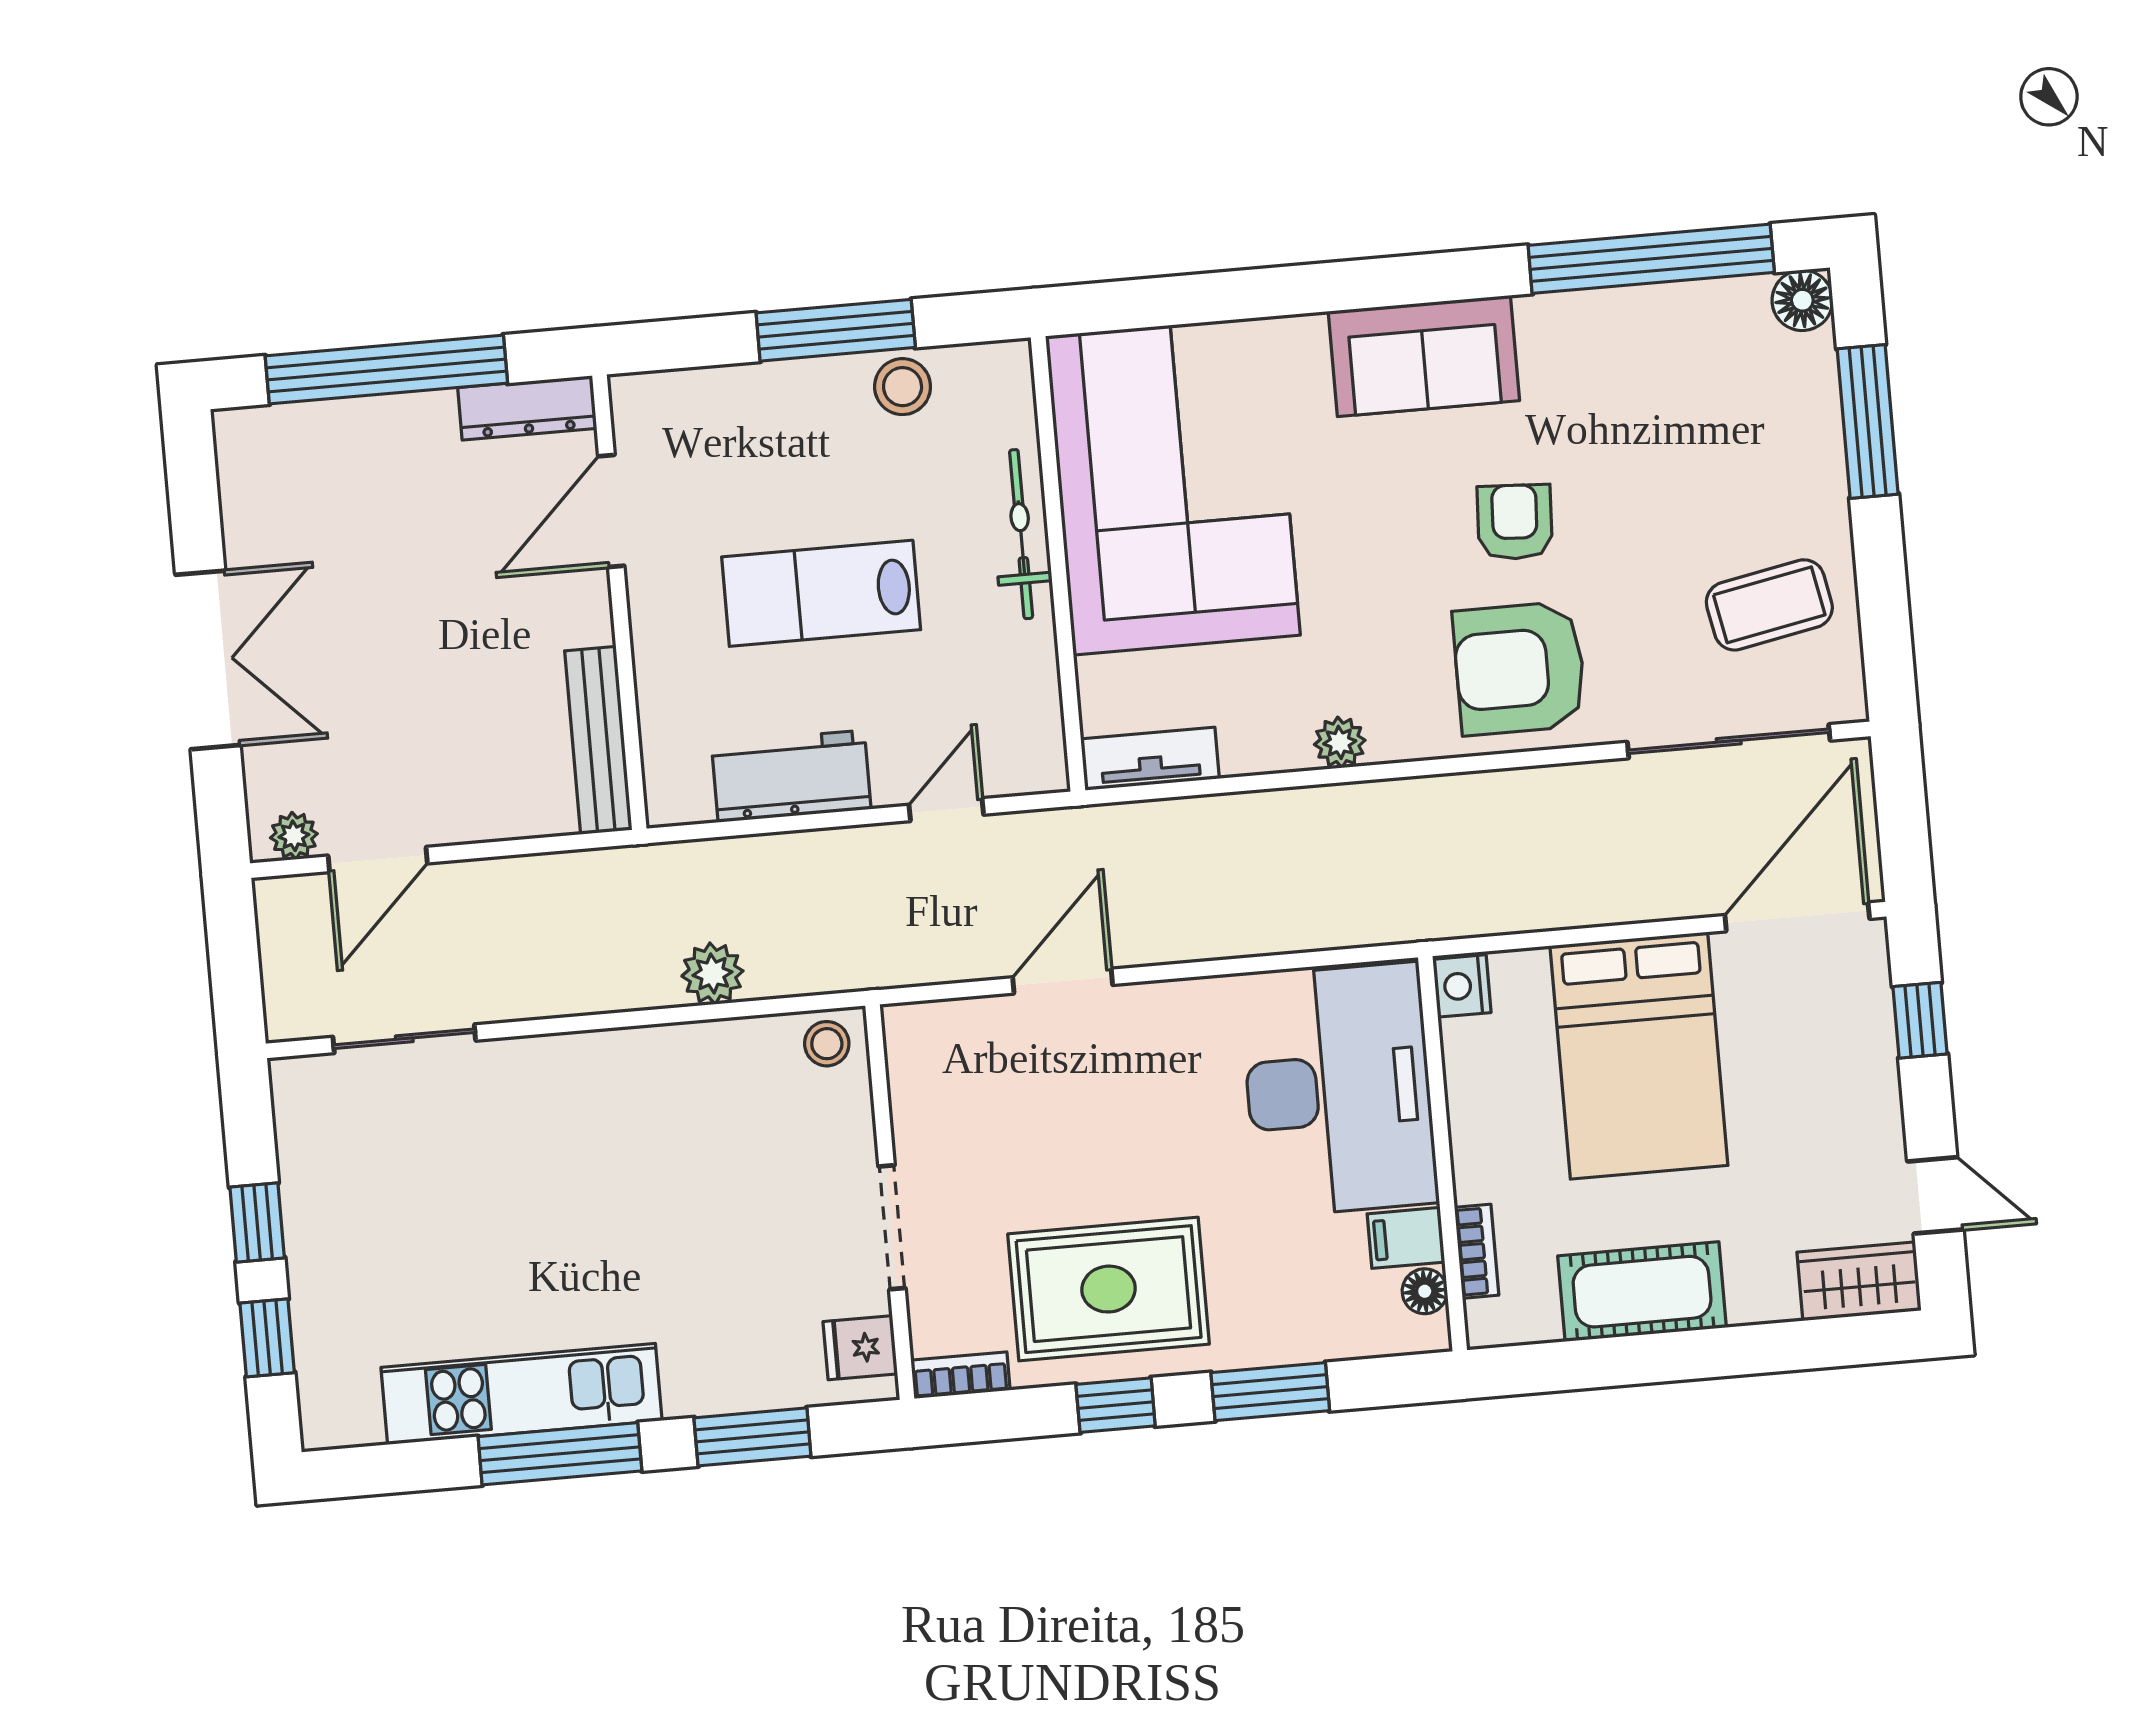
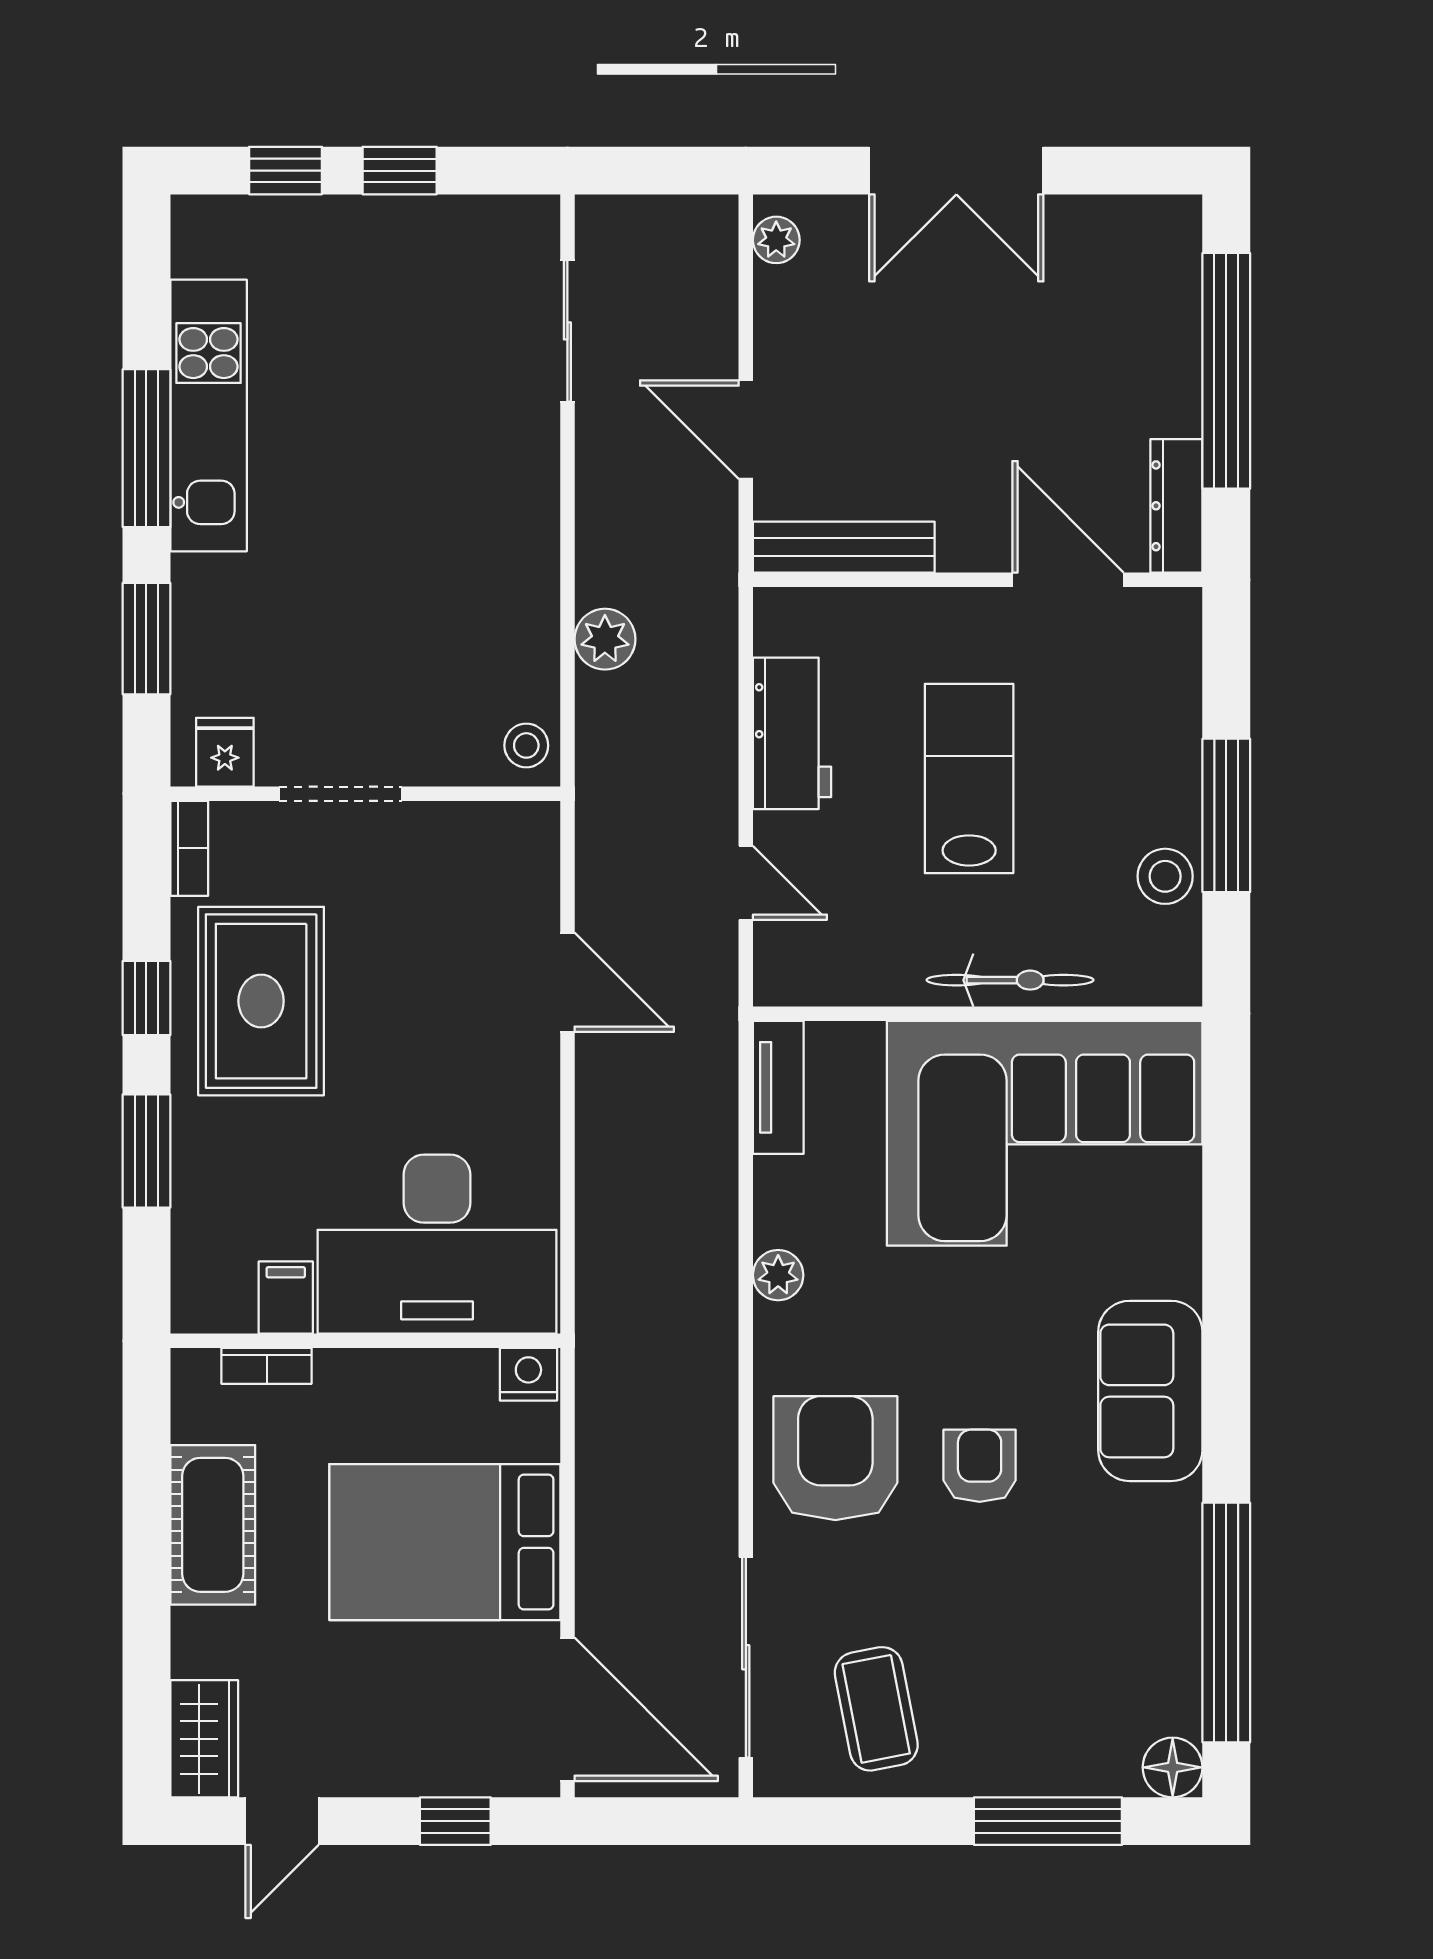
armchair: (1515, 522) -> (980, 1466), turned -93
door: (378, 859) -> (746, 430), moved
floor lamp: (1425, 1291) -> (232, 1311), removed

